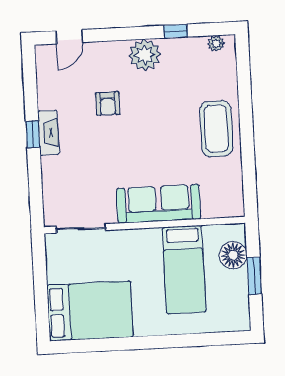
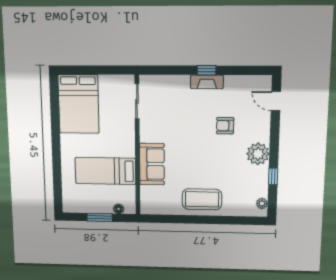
sofa: (159, 204) -> (152, 164), width x0.73
floor lamp: (233, 255) -> (119, 209), width x0.53, depth x0.53

